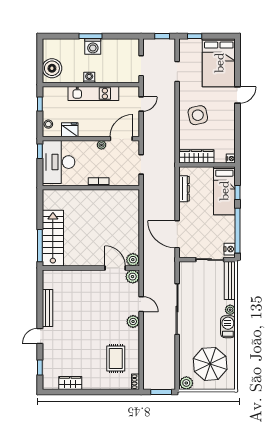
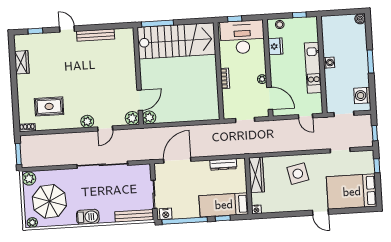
washing machine: (93, 46) -> (362, 95), moved
boiler: (52, 68) -> (360, 19), moved, width x0.54, depth x0.54
window: (40, 151) -> (235, 19), moved
stairs: (53, 238) -> (176, 41), width x1.36, depth x1.51
plant: (230, 310) -> (32, 222), moved

